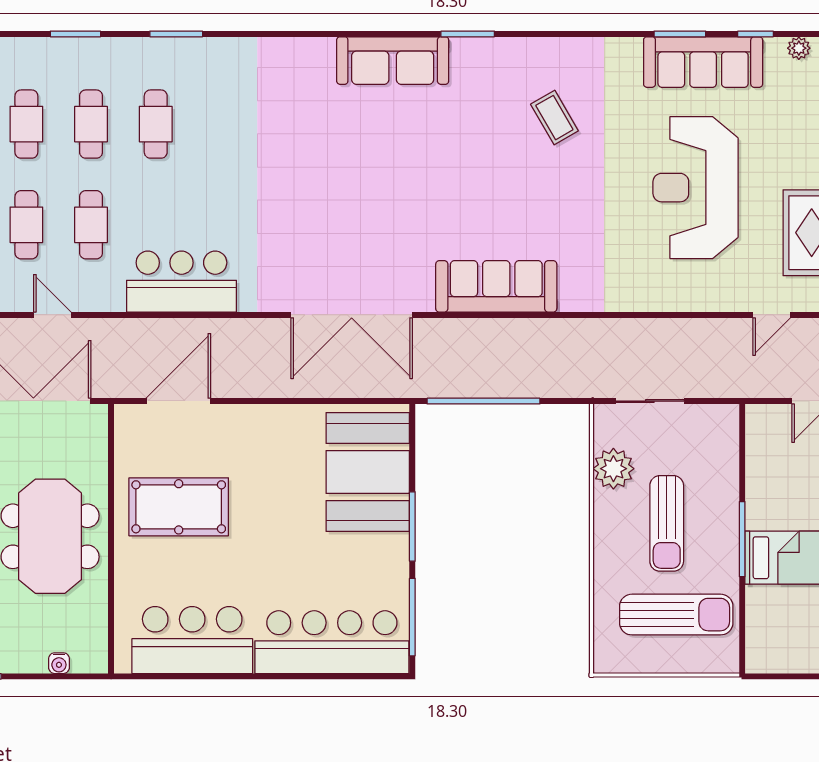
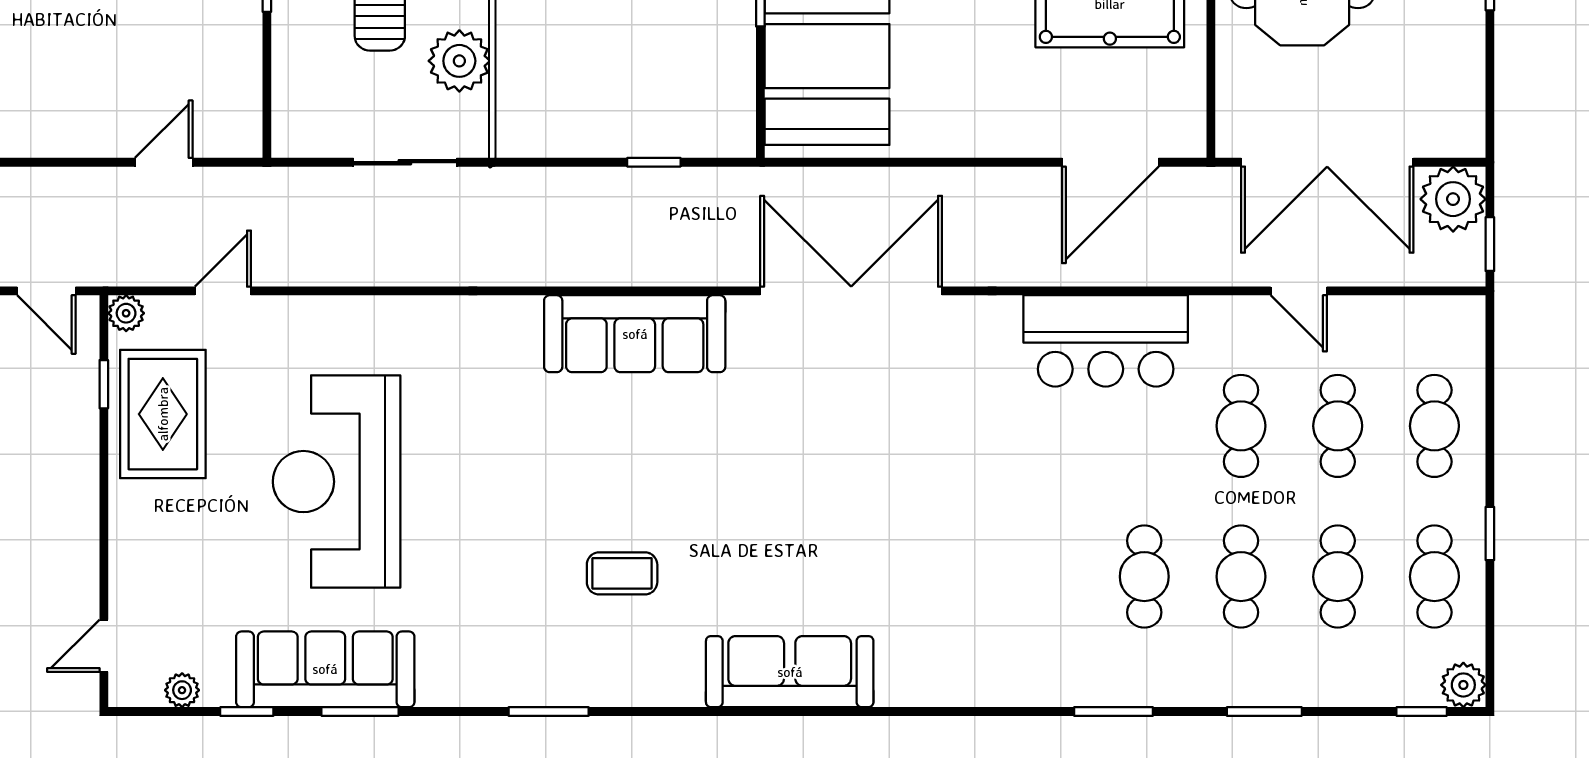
window: (468, 34) -> (549, 711), moved
coffee table: (554, 118) -> (622, 573), moved, turned -60
reception desk: (696, 188) -> (337, 482), turned 180
window: (483, 401) -> (654, 162), width x0.32

